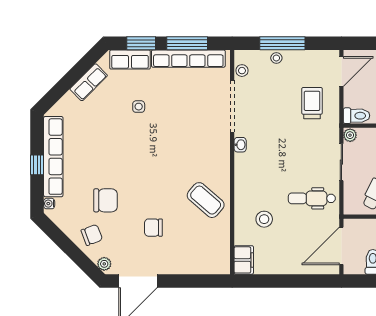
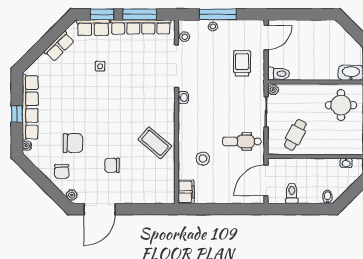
chair: (92, 235) -> (62, 171), turned 111

